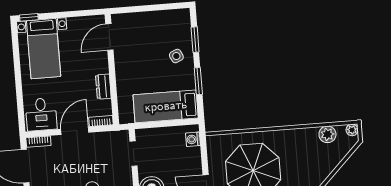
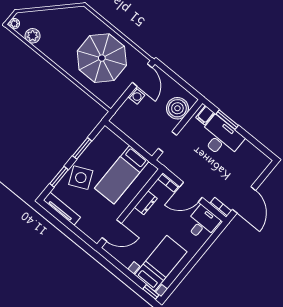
tv unit: (167, 16) -> (62, 209), added
side table: (176, 56) -> (81, 178), width x1.87, depth x1.87
bed: (166, 106) -> (122, 175), moved, turned 90
washing machine: (193, 139) -> (136, 96), moved

